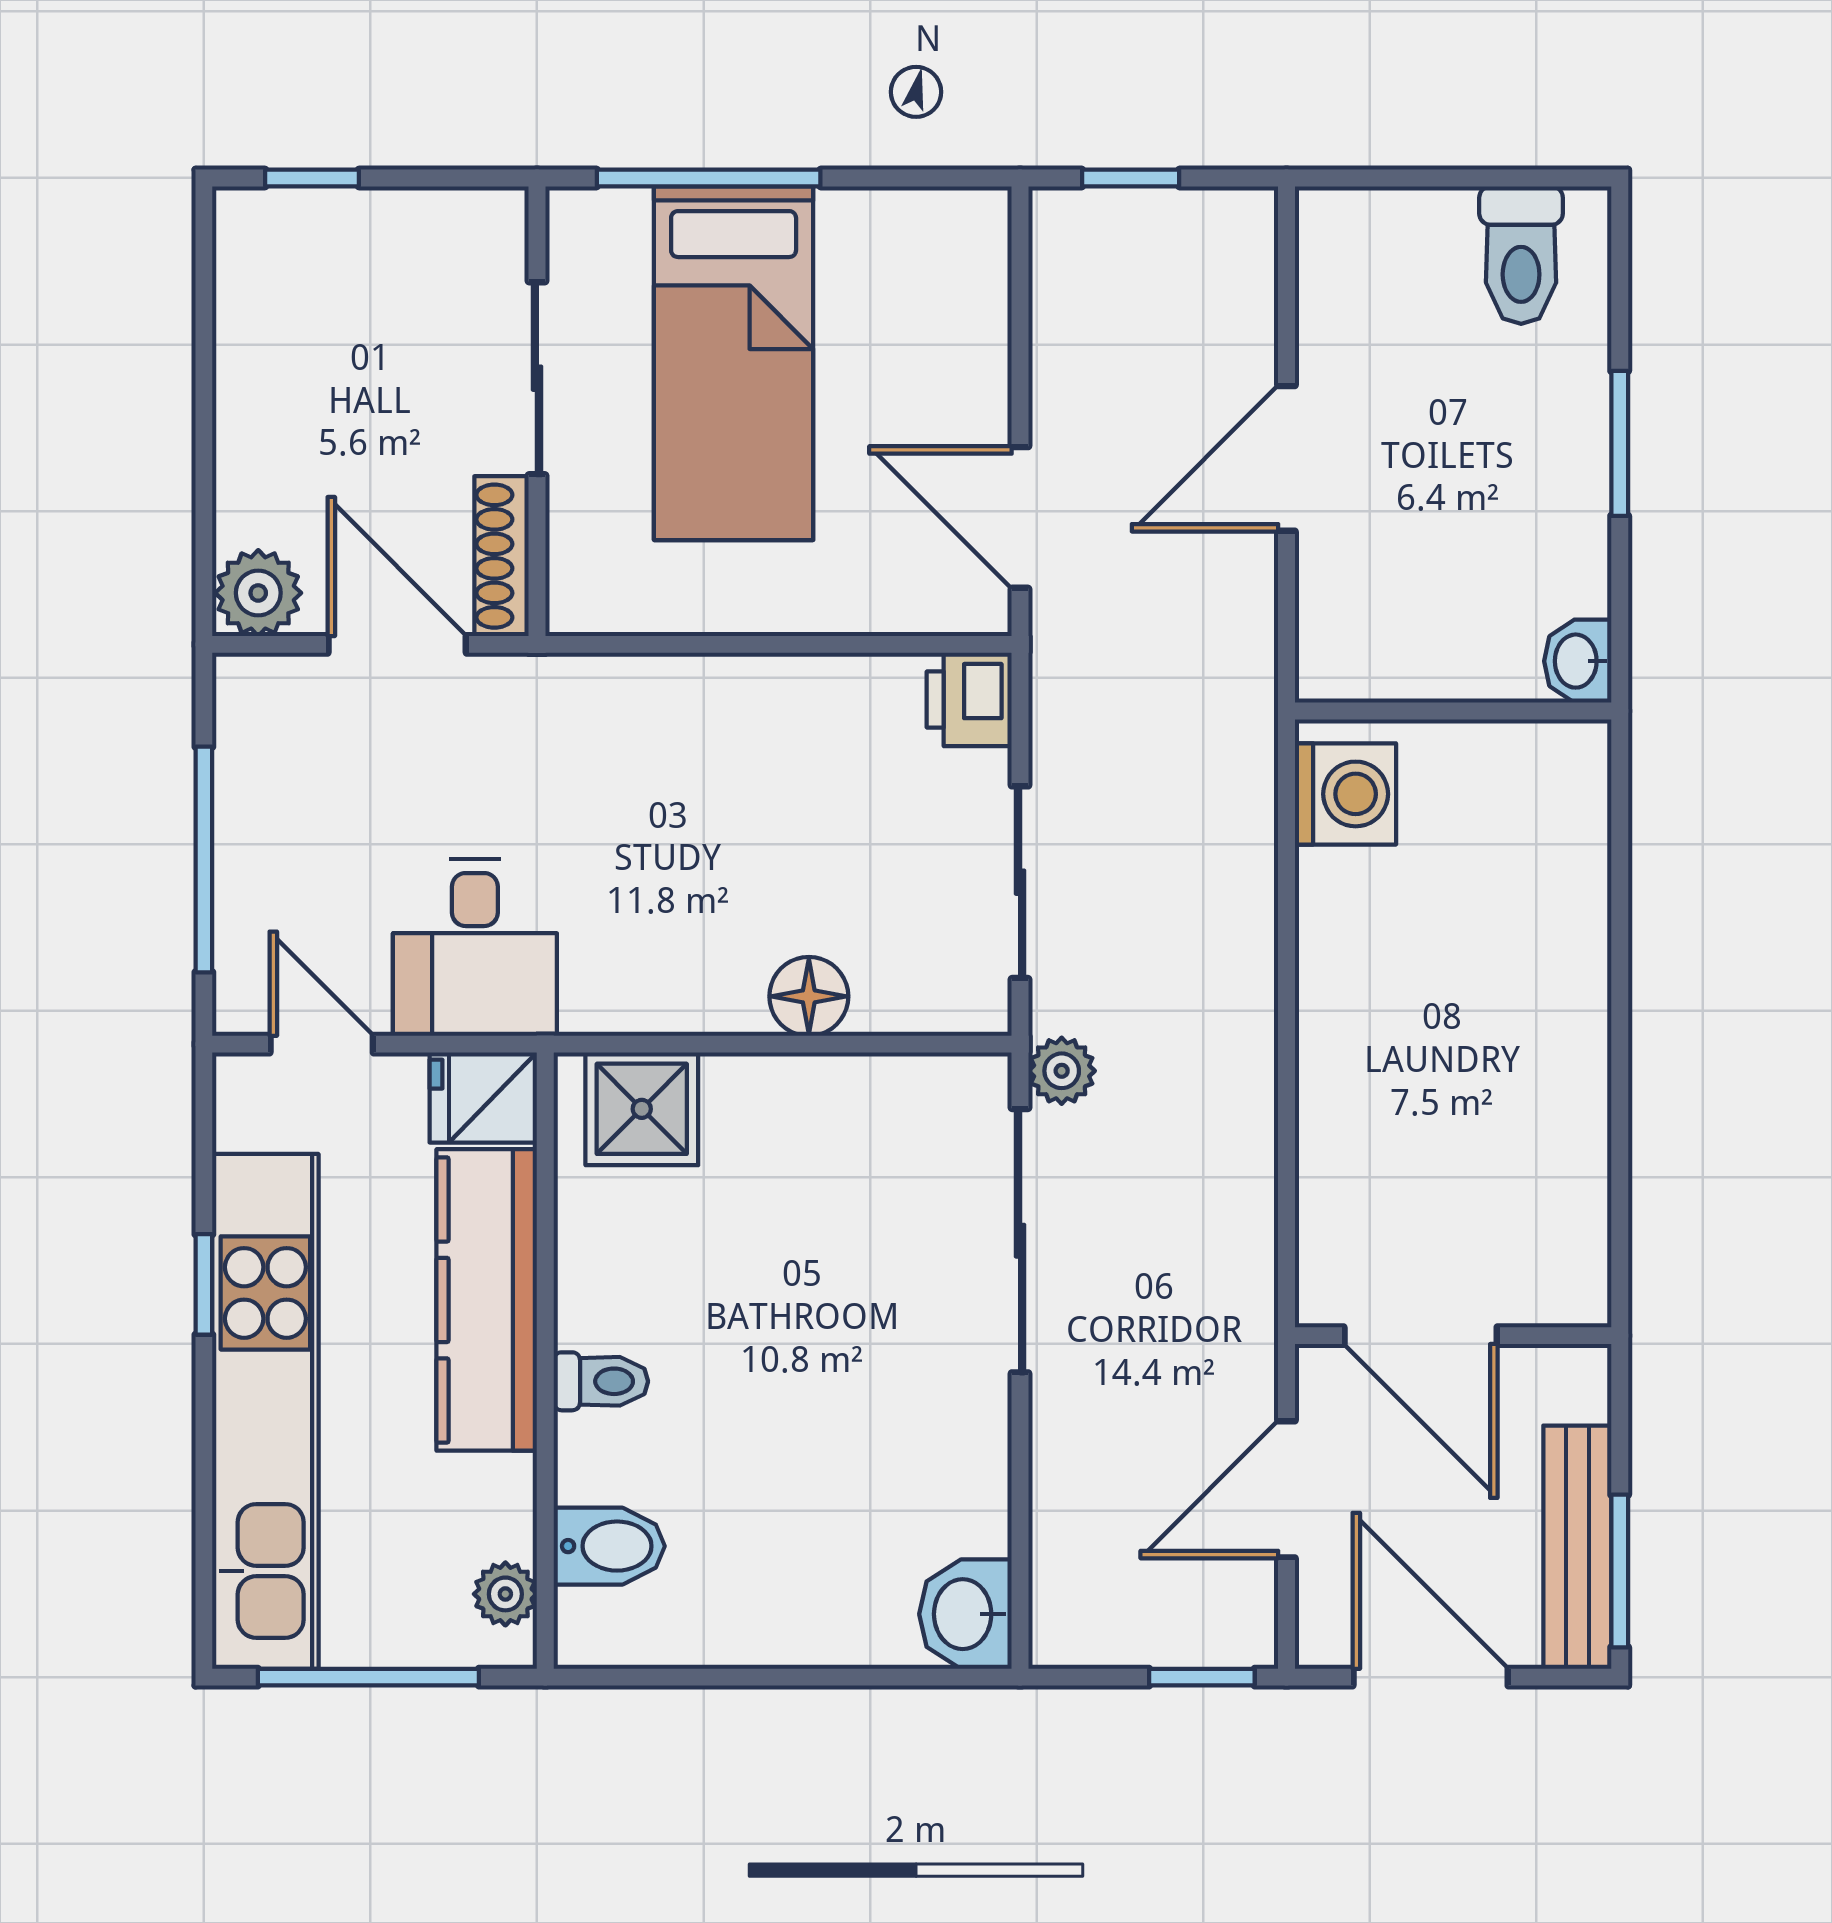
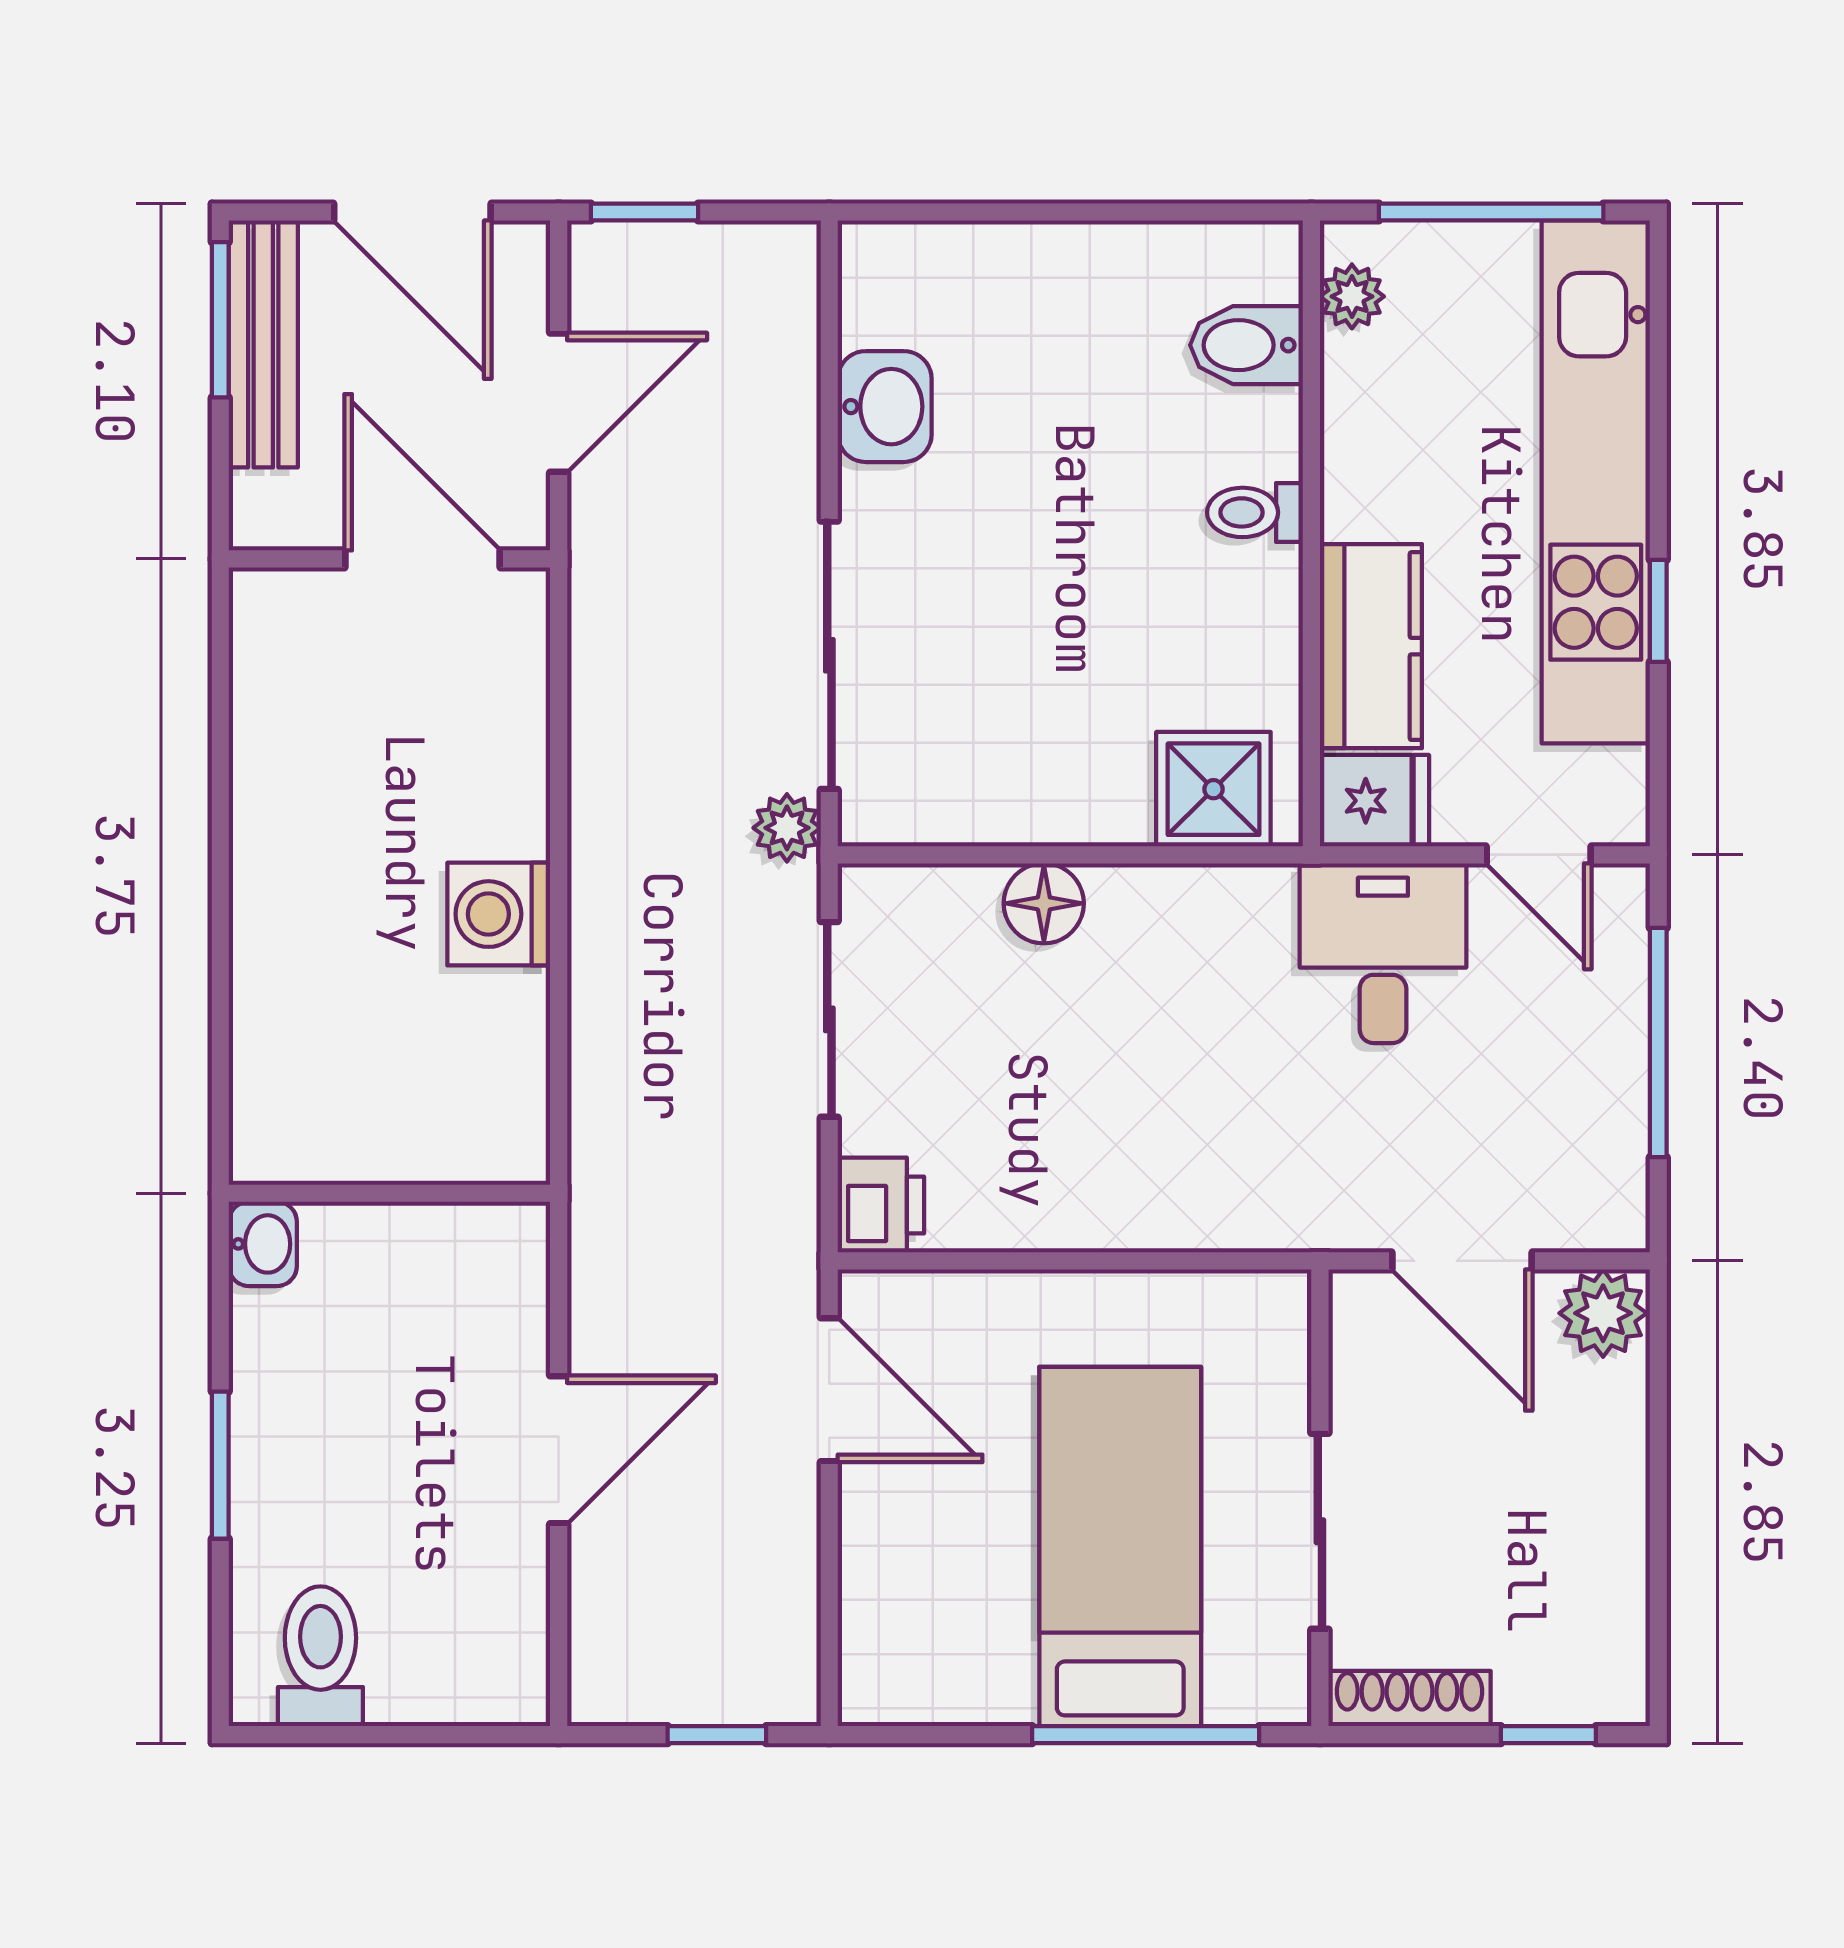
shoe rack: (501, 556) -> (1410, 1699), moved, turned -90
washing machine: (1345, 794) -> (499, 914), moved
kitchen counter: (487, 1300) -> (1371, 646), width x0.67
washbasin: (965, 1614) -> (885, 407), moved

